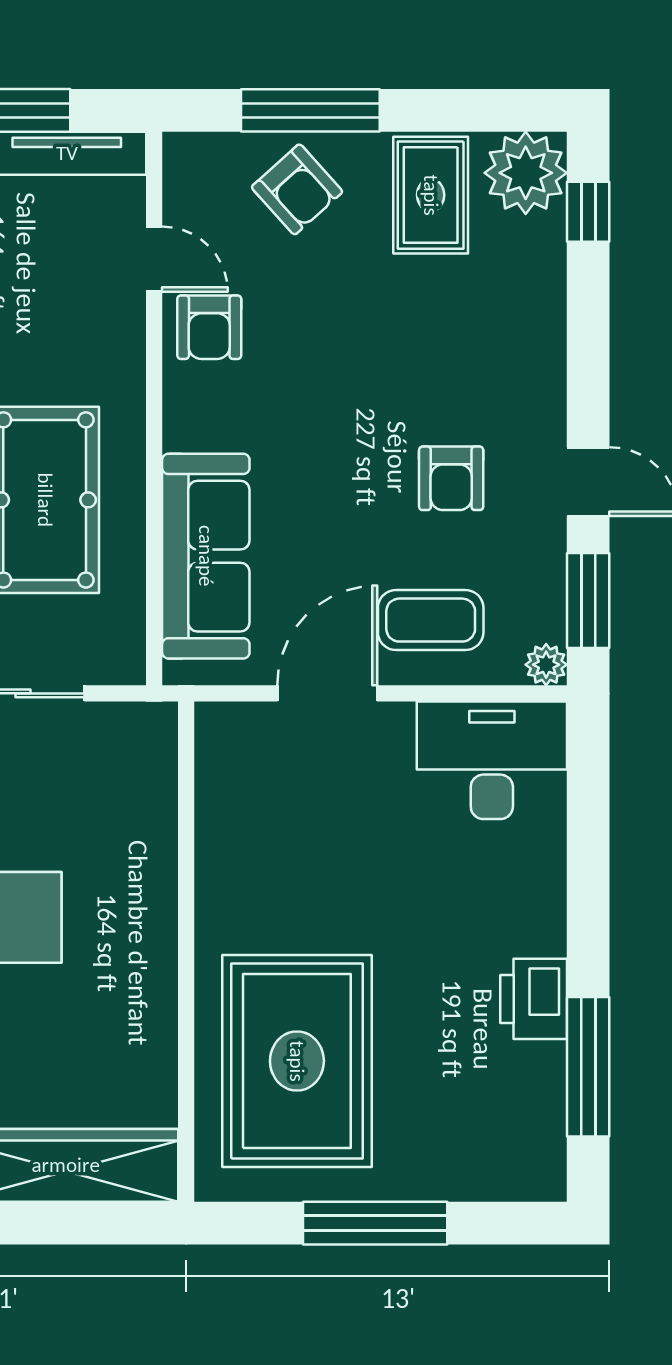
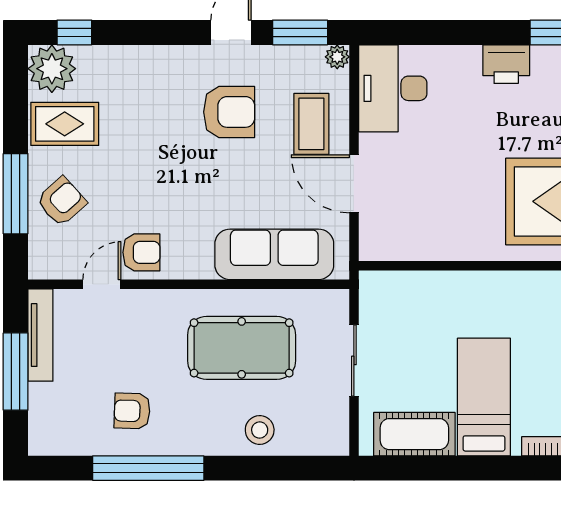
armchair: (451, 478) -> (229, 112), width x1.38, depth x1.38
printer: (534, 999) -> (506, 64), moved

